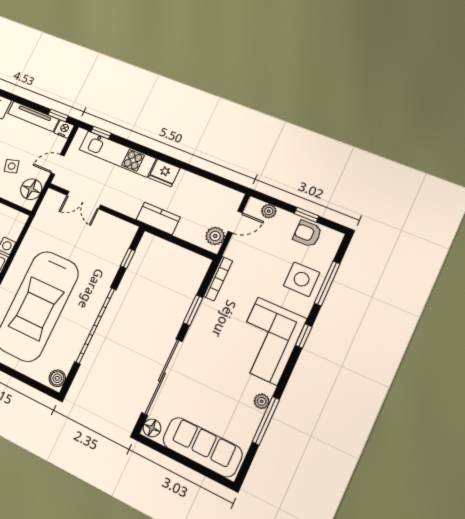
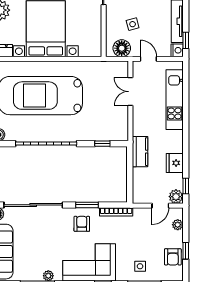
window: (101, 133) -> (186, 186), moved
fridge: (164, 173) -> (175, 163), moved
door: (235, 222) -> (160, 206), hinge flipped
armchair: (307, 234) -> (173, 257), turned 180
plant: (215, 236) -> (176, 197), moved
side table: (302, 279) -> (140, 266), width x0.54, depth x0.54
armchair: (214, 327) -> (82, 224), added

